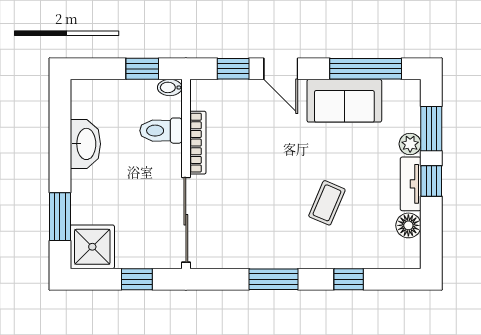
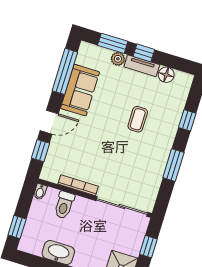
window: (142, 69) -> (17, 227), moved
coffee table: (327, 203) -> (138, 119), turned 67

